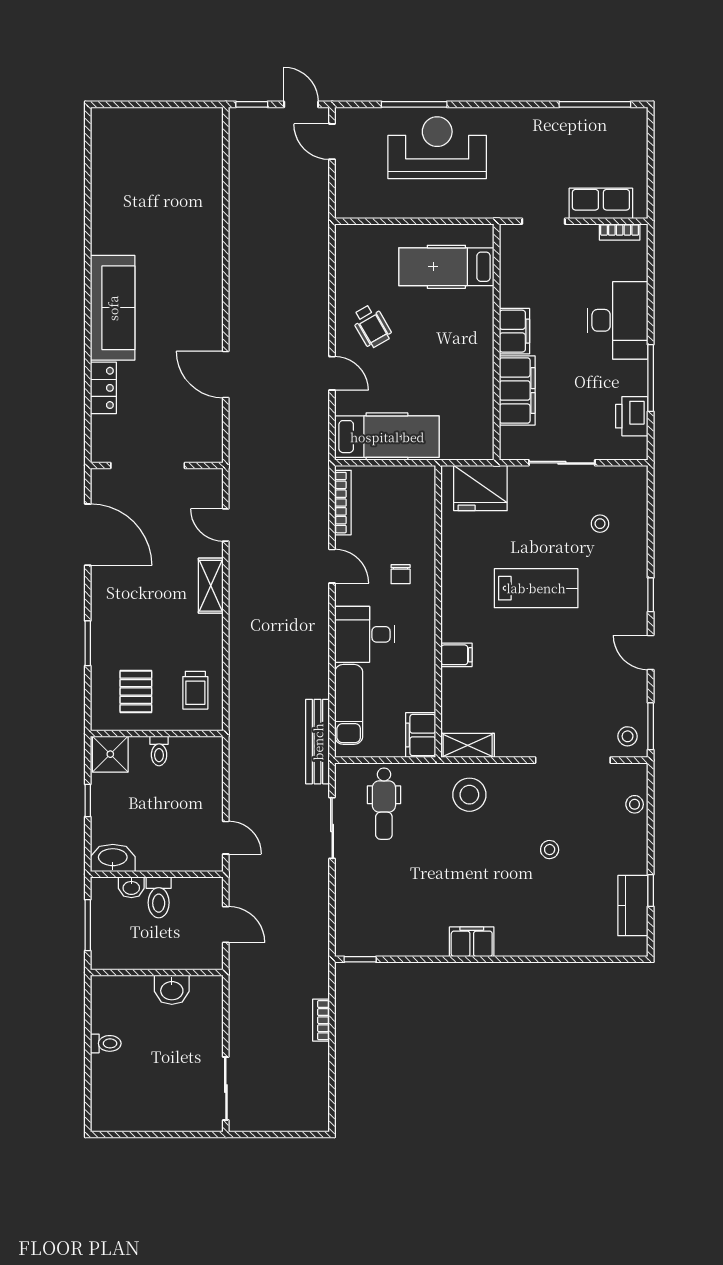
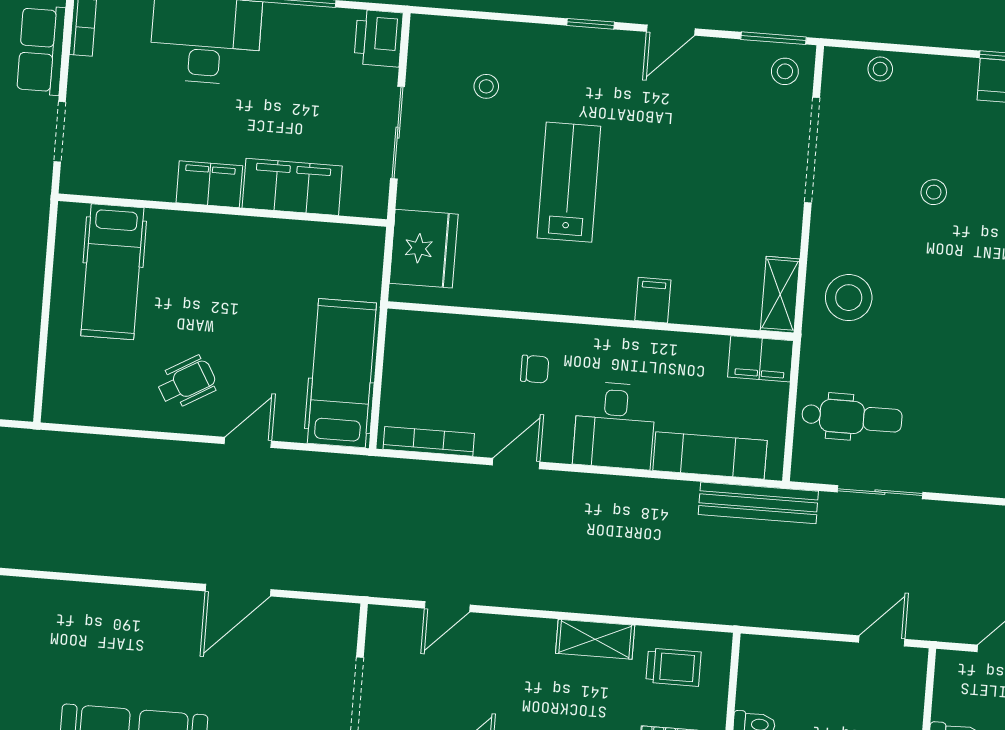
printer: (632, 416) -> (379, 38), moved, turned 90
shelving: (211, 586) -> (595, 639), moved

